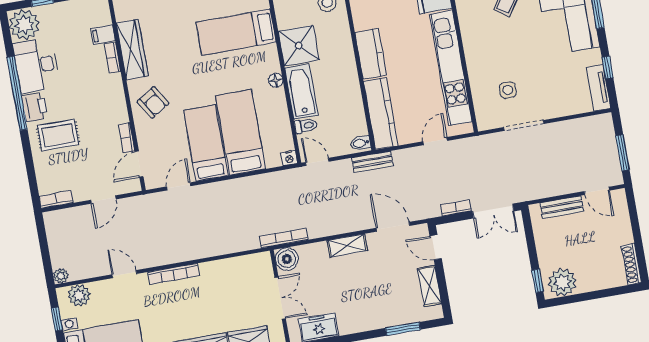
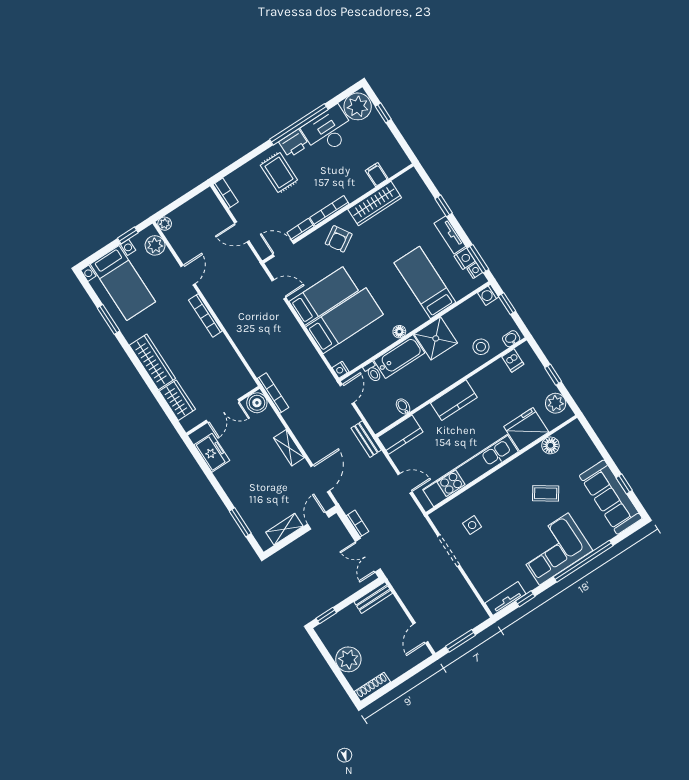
bookcase: (113, 58) -> (329, 211), moved, width x1.56
kitchen counter: (381, 113) -> (400, 435), width x0.67
bidet: (361, 143) -> (403, 406), moved
bench: (562, 207) -> (373, 598), moved, turned 90
plant: (562, 282) -> (348, 659), moved

